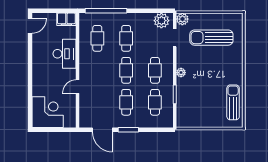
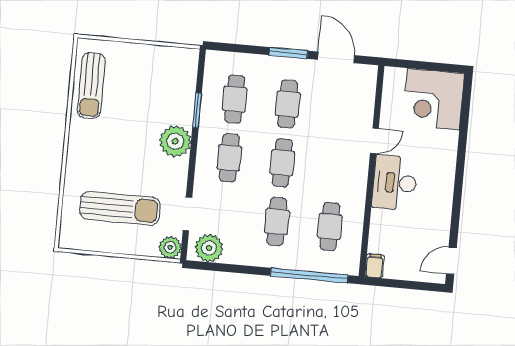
filing cabinet: (66, 19) -> (375, 266), width x0.50
desk: (64, 54) -> (395, 183), moved
plant: (181, 73) -> (175, 141), width x1.88, depth x1.88

